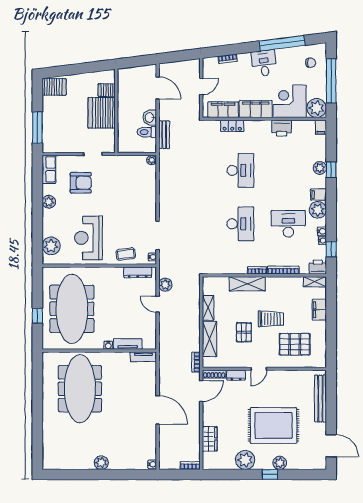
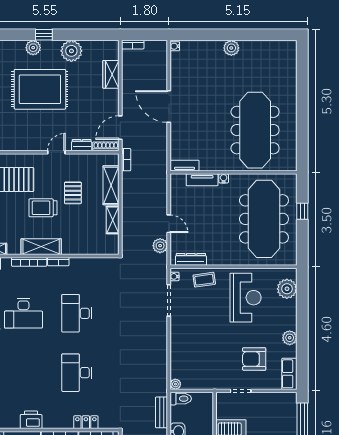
toilet: (147, 132) -> (181, 399), moved
shelving: (247, 284) -> (41, 247), moved

